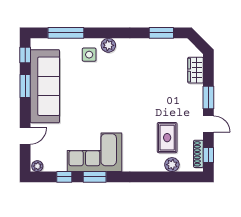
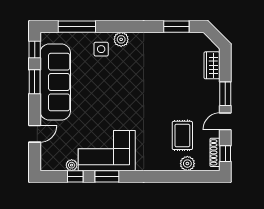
door: (208, 124) -> (225, 121), swing flipped
plant: (37, 166) -> (72, 165), moved

